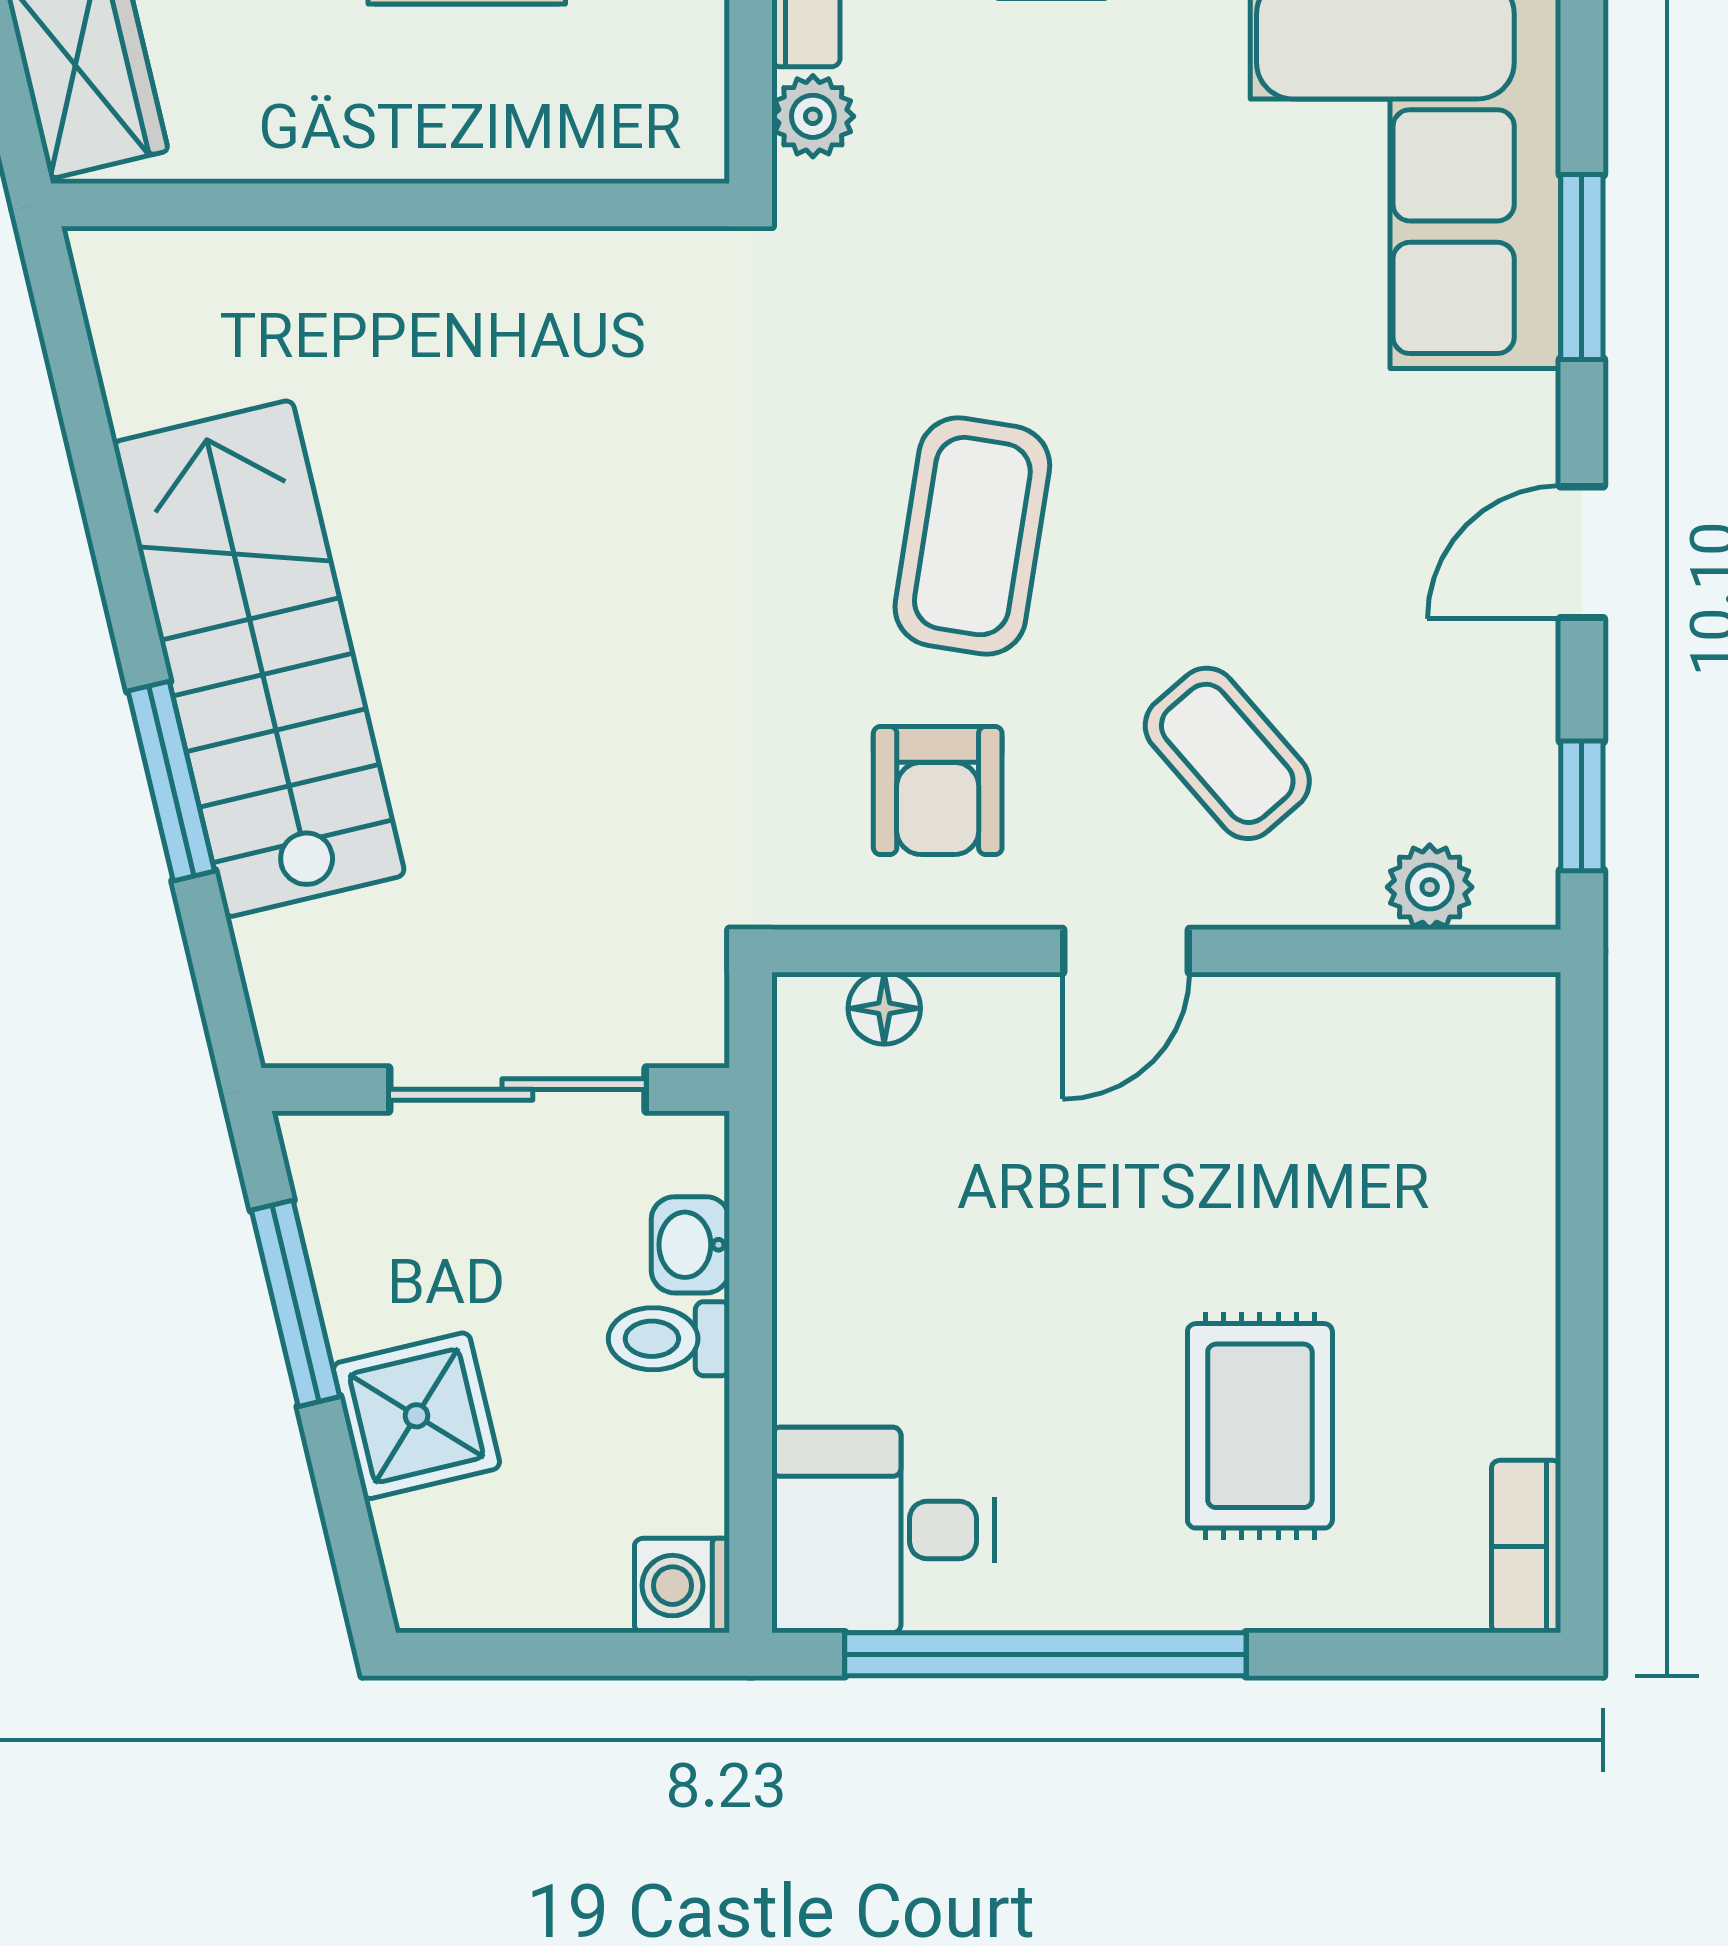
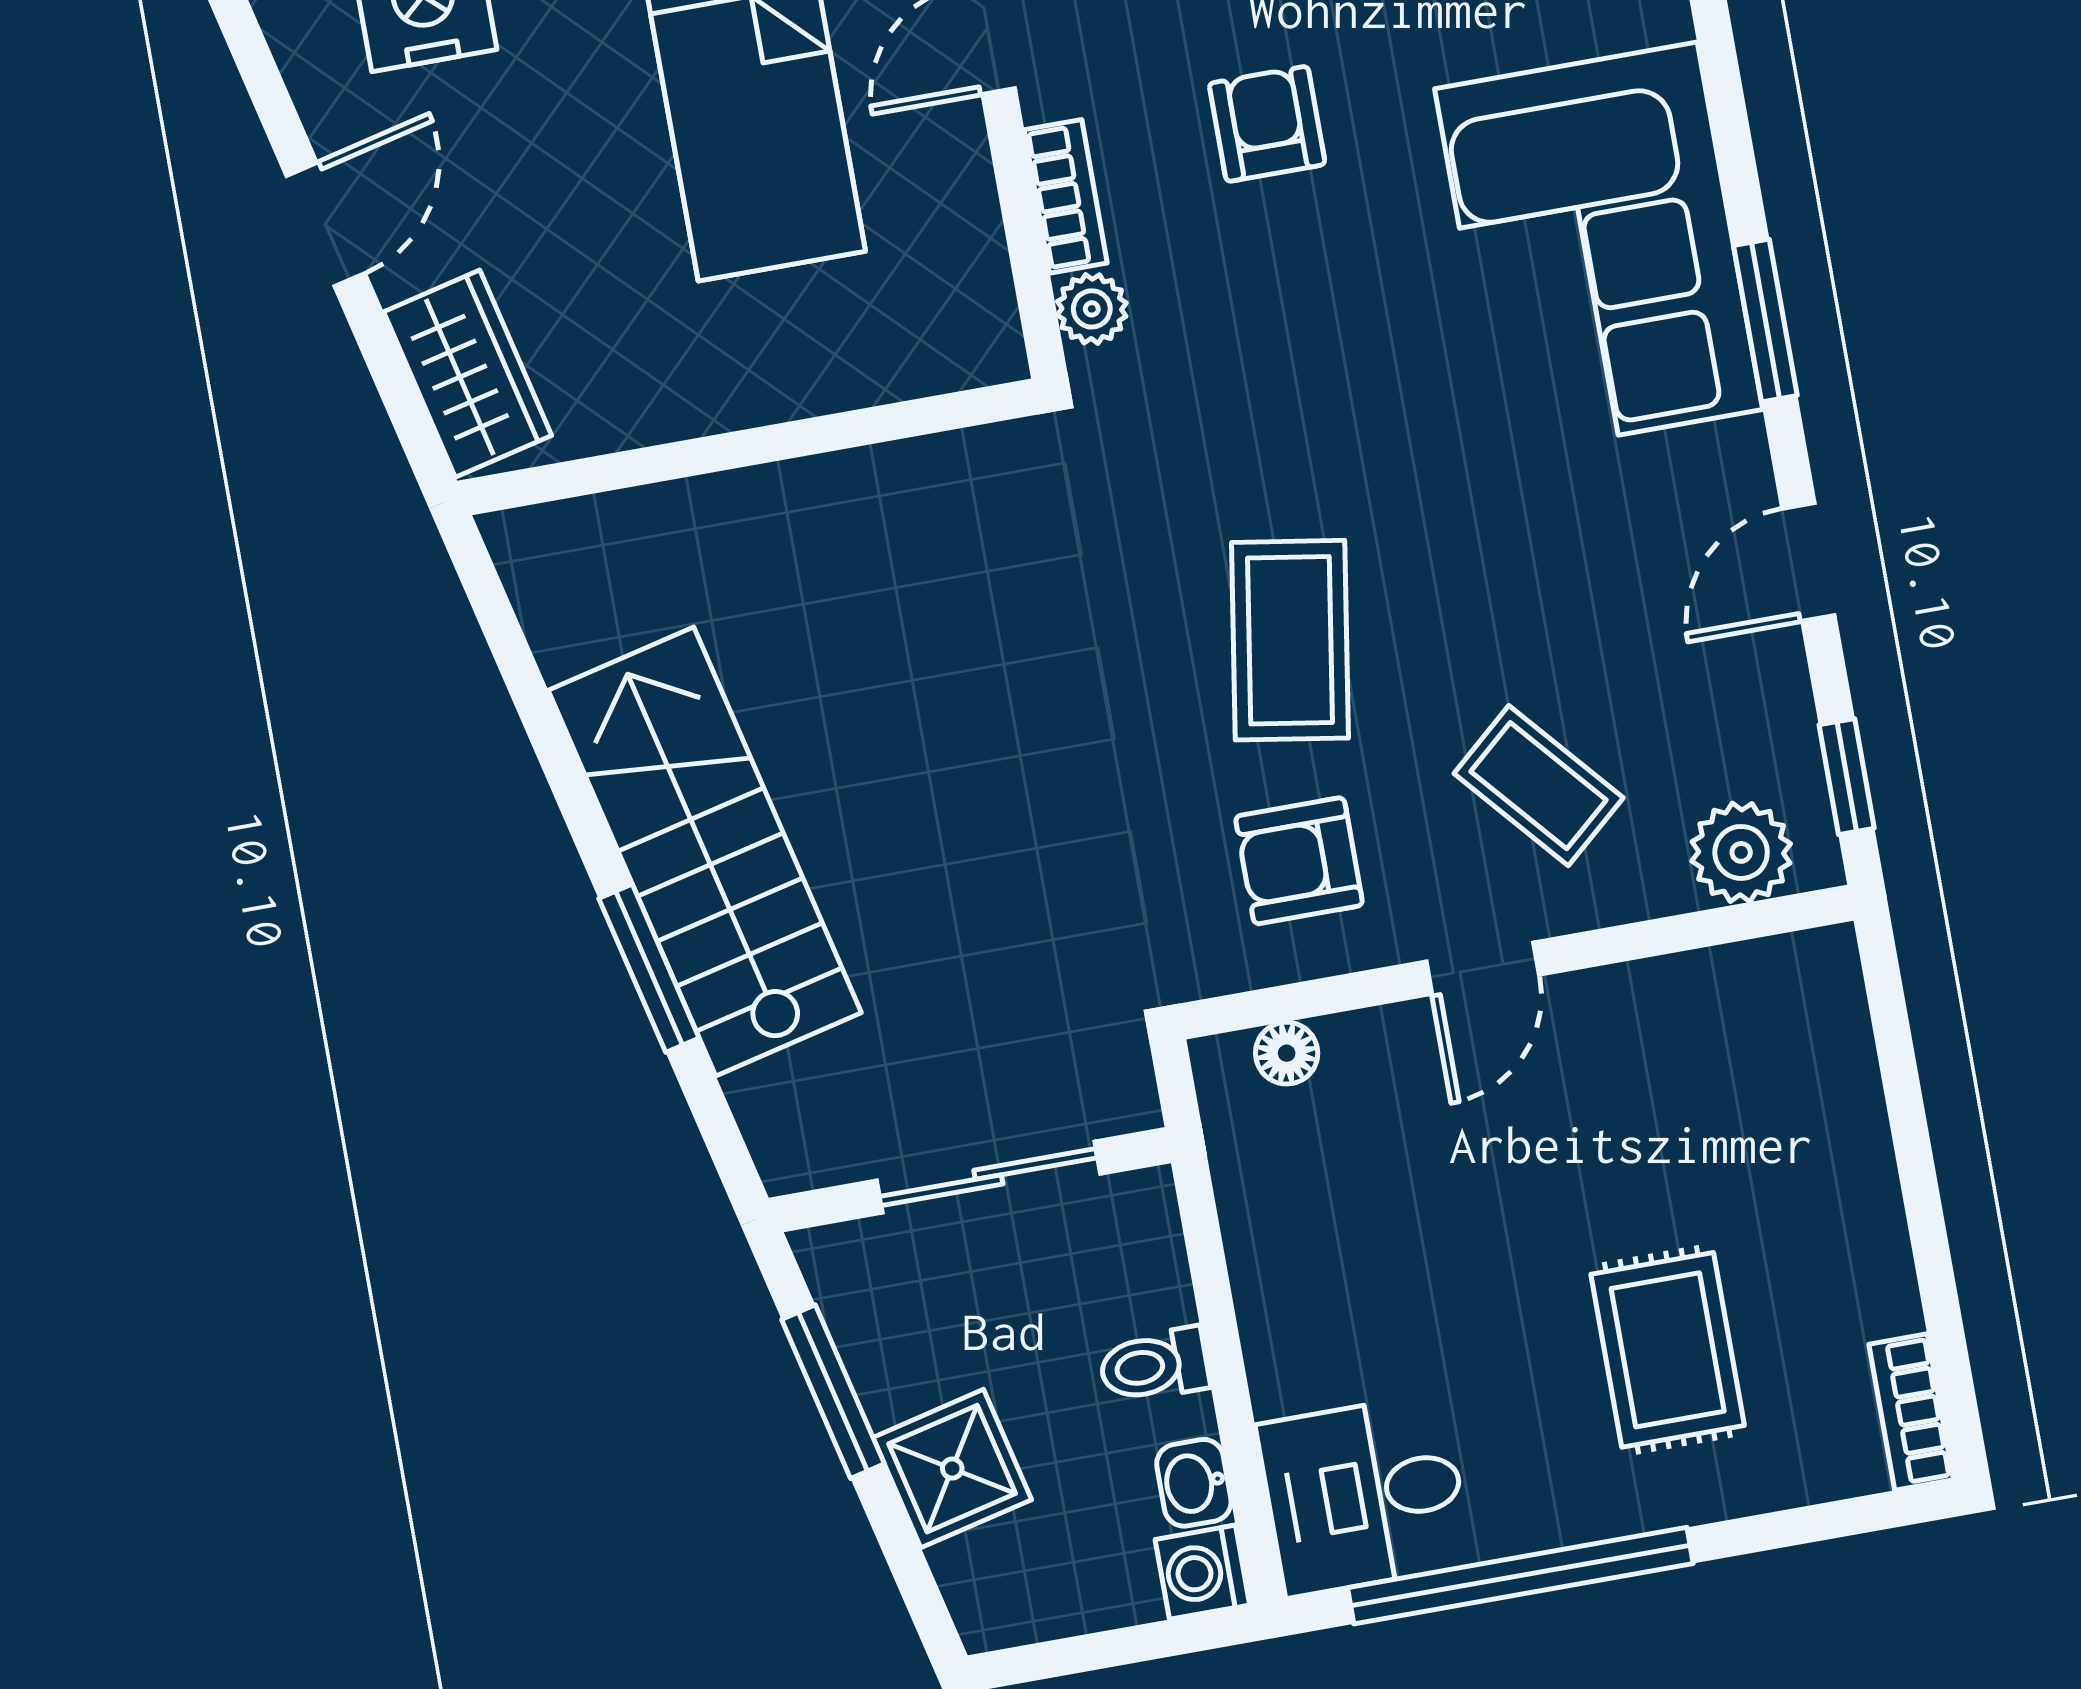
armchair: (938, 791) -> (1299, 861), turned 90
plant: (1430, 887) -> (1741, 852), width x1.38, depth x1.38
washbasin: (690, 1245) -> (1194, 1483), moved

